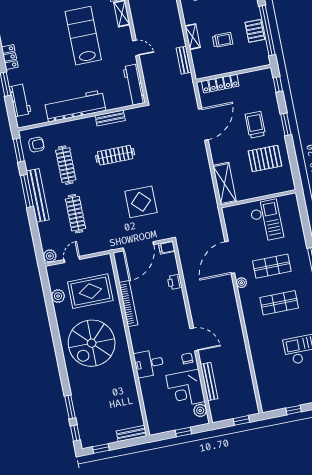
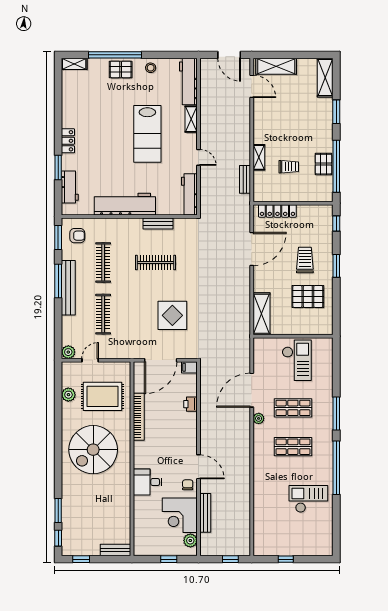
lab bench: (83, 36) -> (147, 134), turned 180

